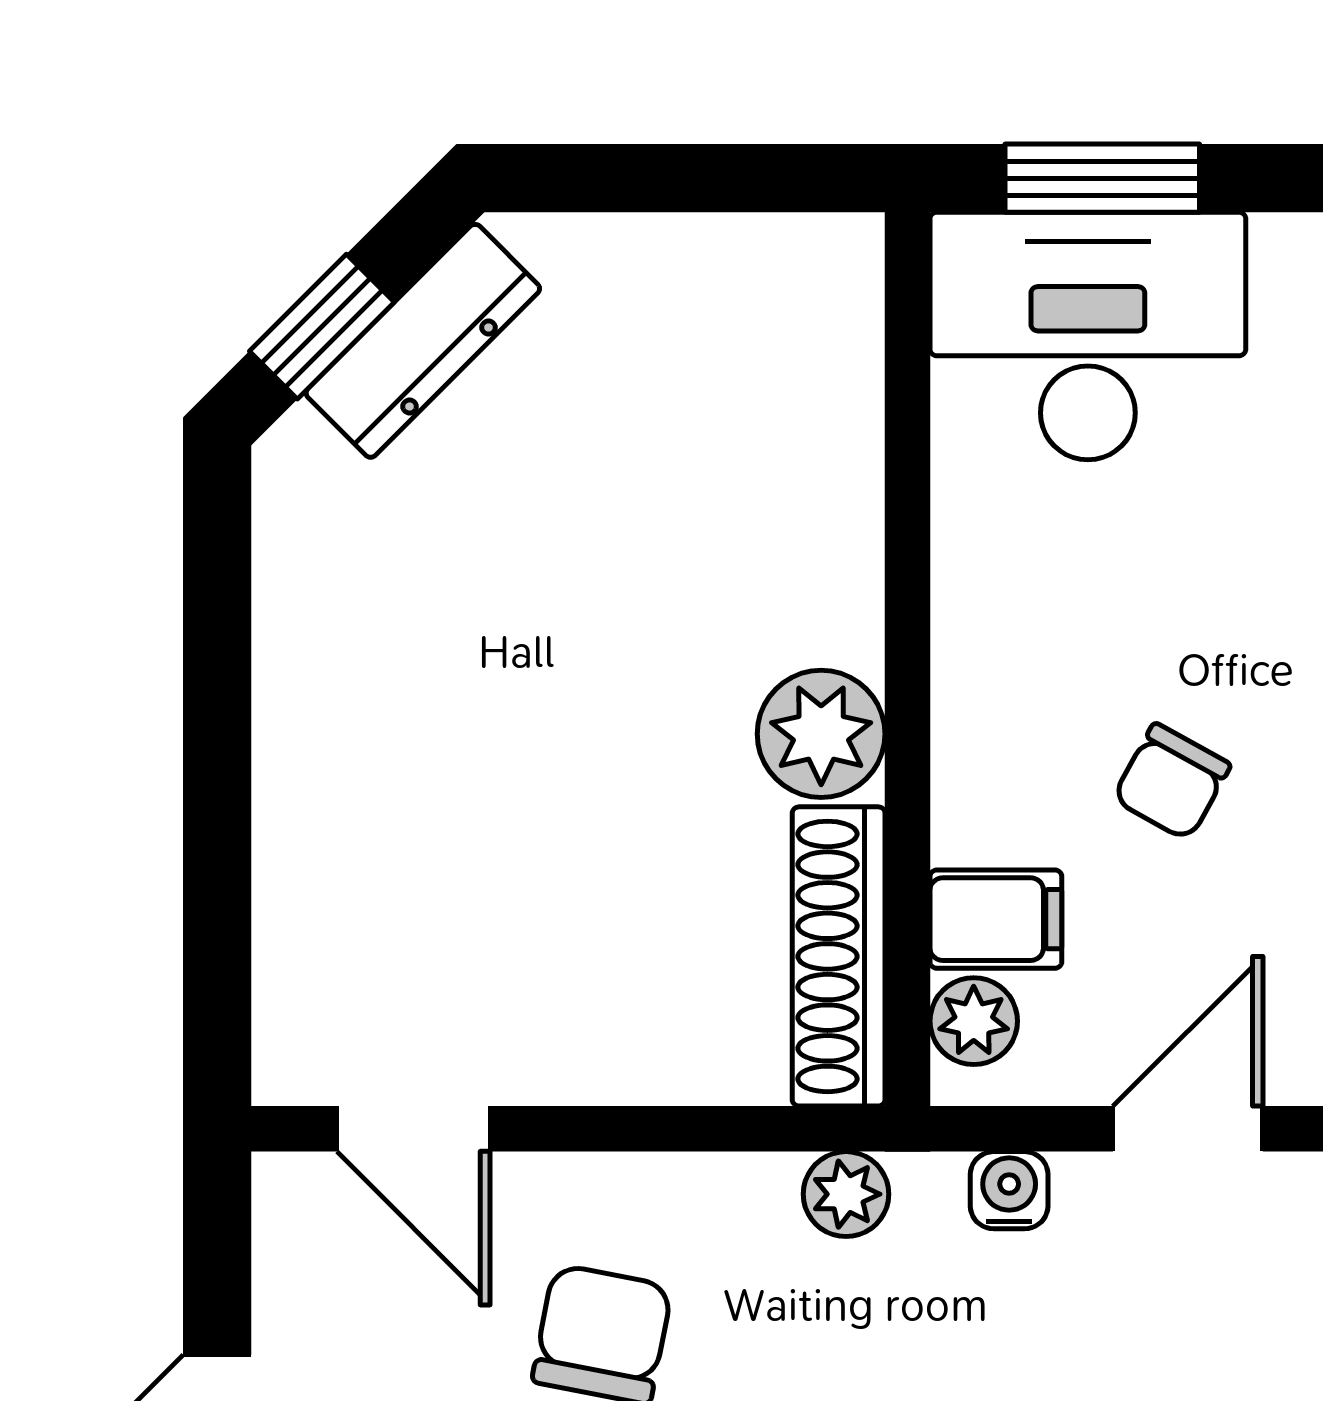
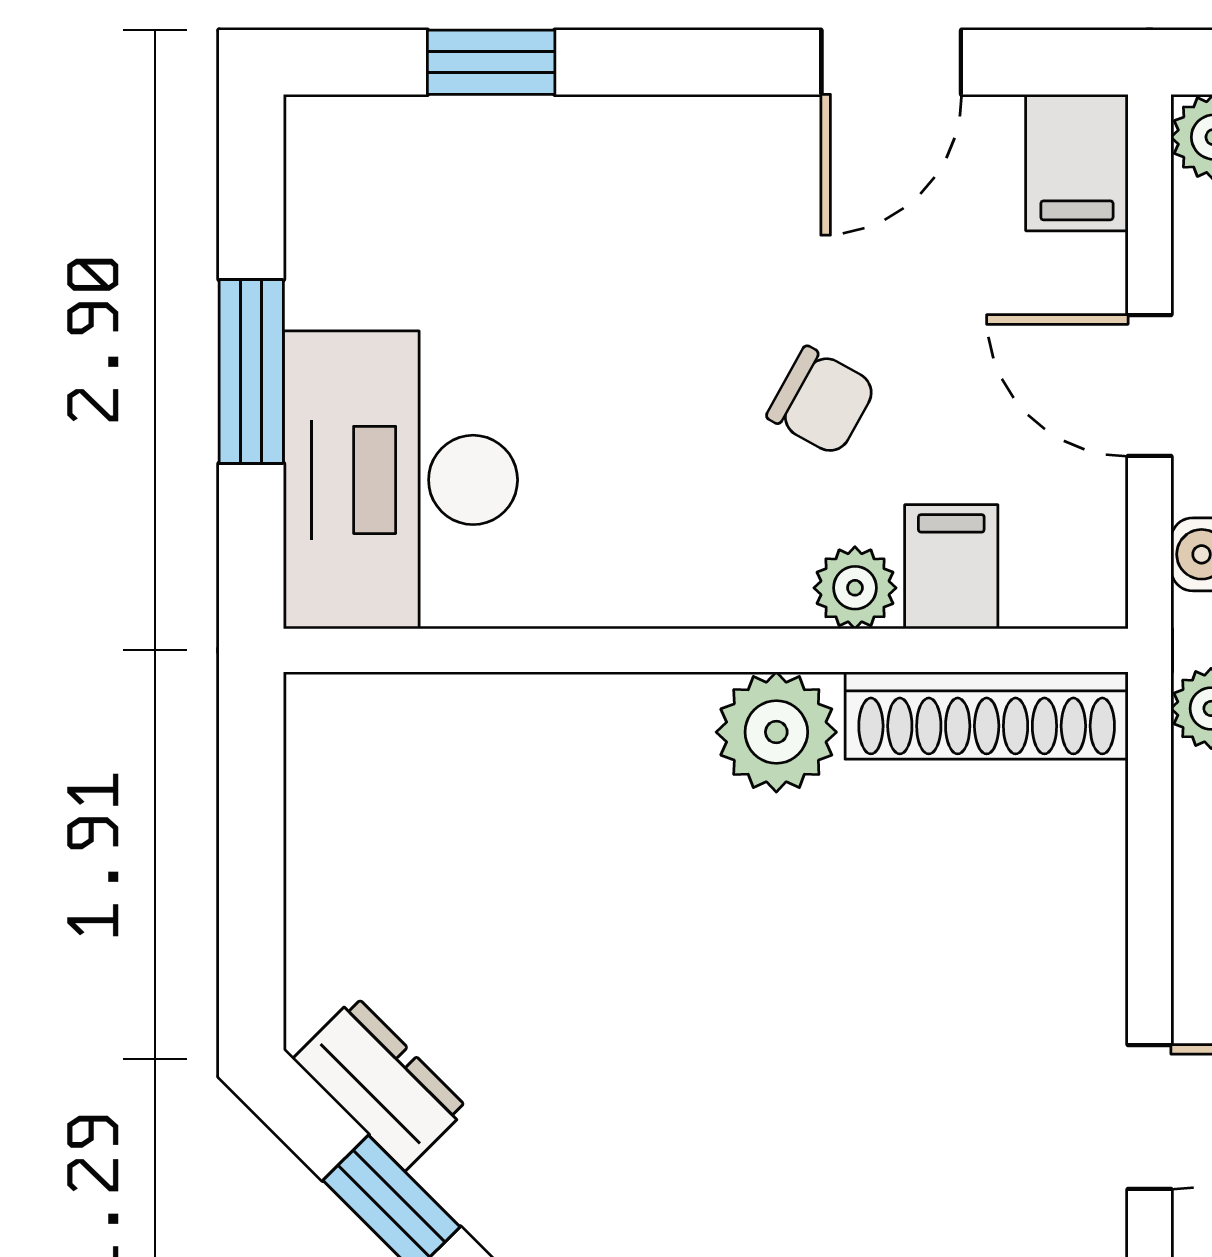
window: (1102, 178) -> (251, 372), moved
dresser: (423, 341) -> (380, 1084), width x0.70
plant: (974, 1021) -> (855, 588), moved

